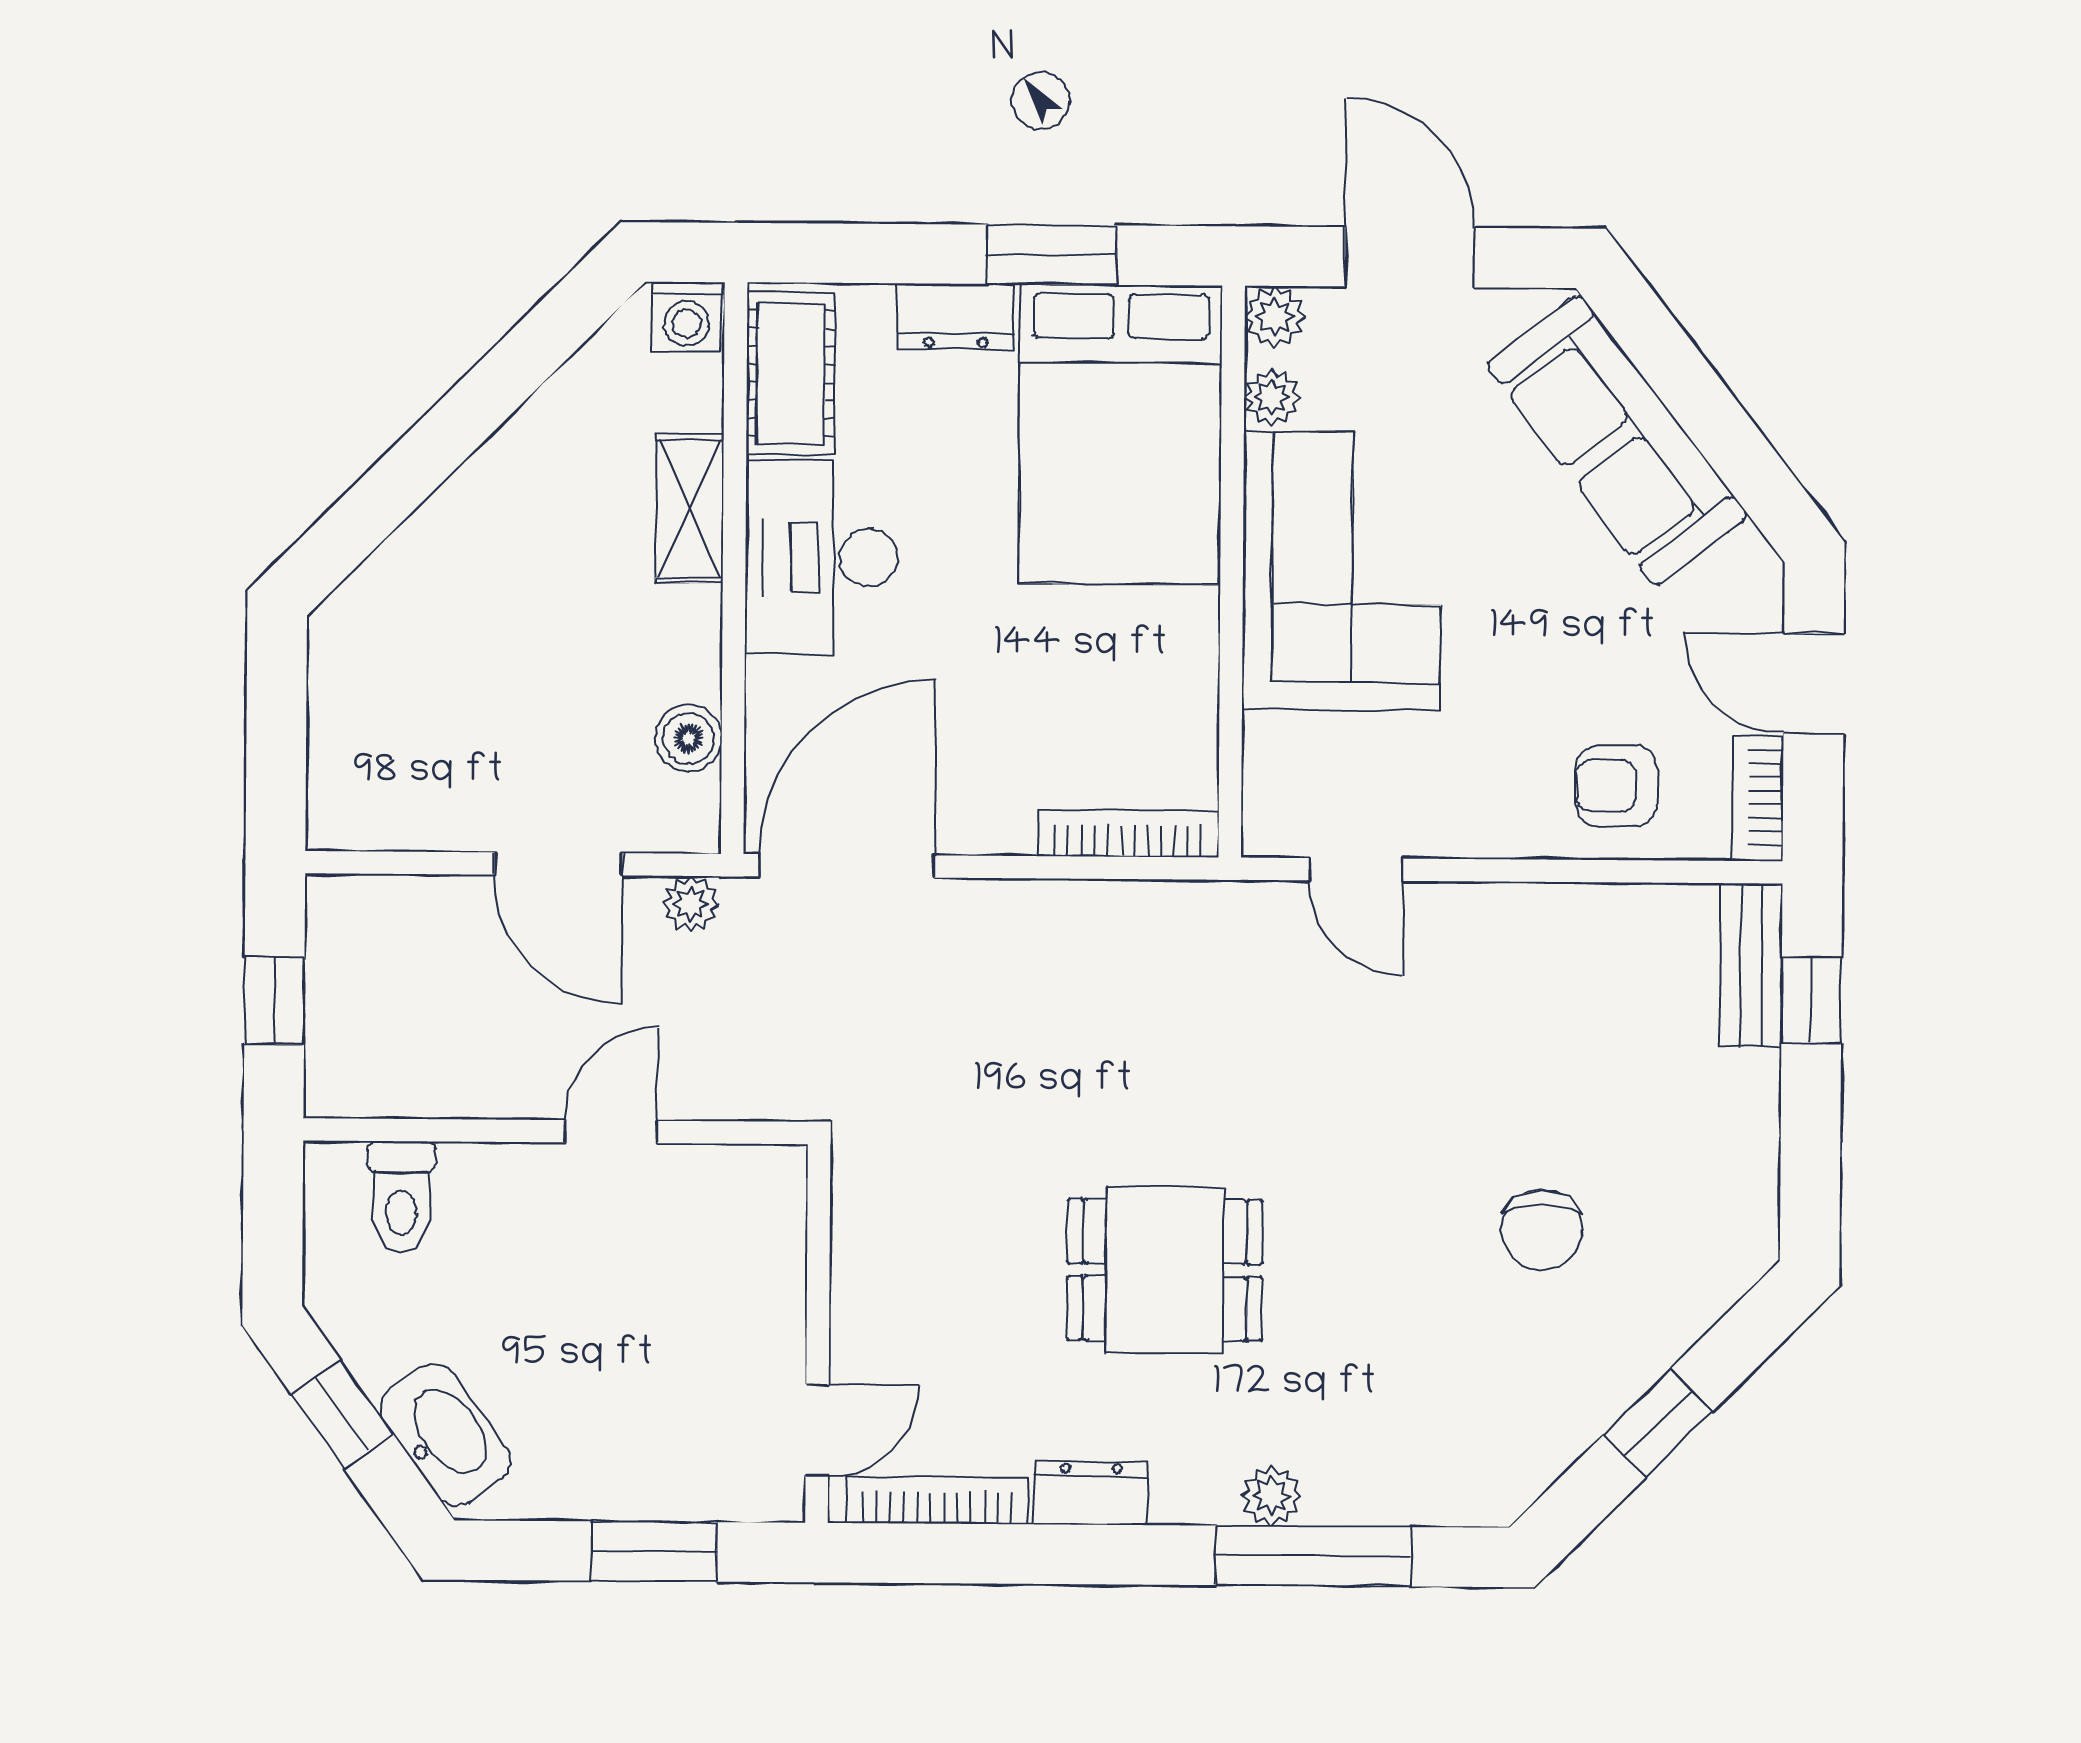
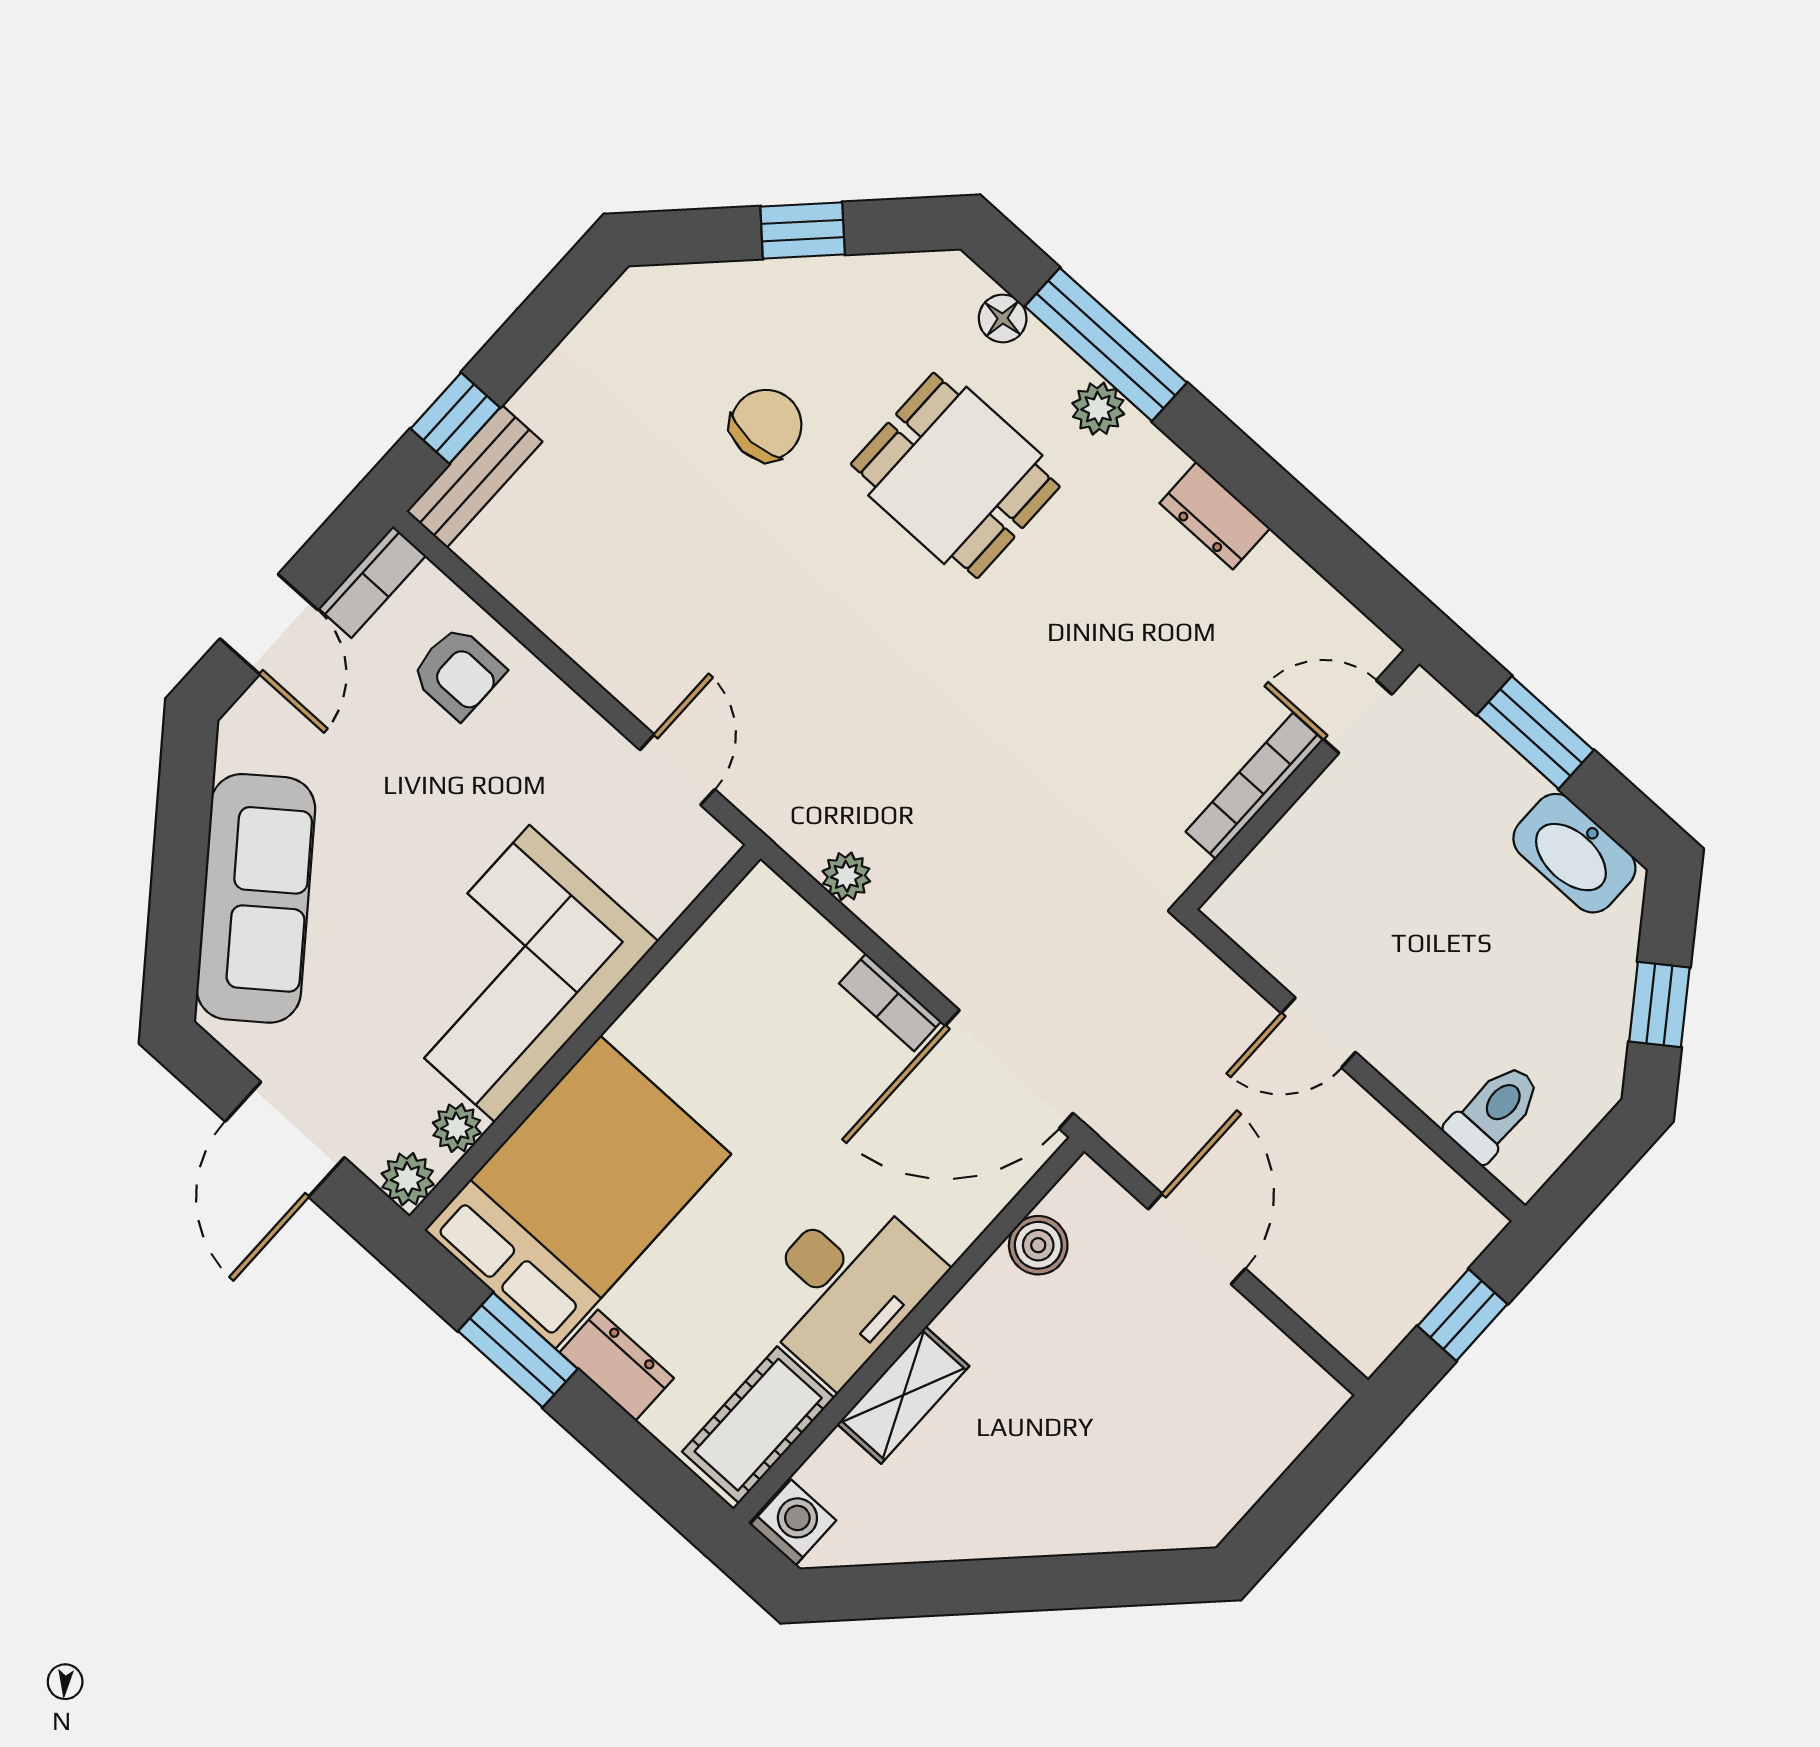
bookcase: (1128, 834) -> (890, 1002), moved, width x0.64
plant: (691, 904) -> (846, 876), moved
dining table: (1165, 1270) -> (955, 475), moved
washbasin: (445, 1435) -> (1574, 853), moved, turned -54
bookcase: (937, 1500) -> (1254, 786), moved, turned 90
floor lamp: (1421, 1500) -> (1003, 318), added

